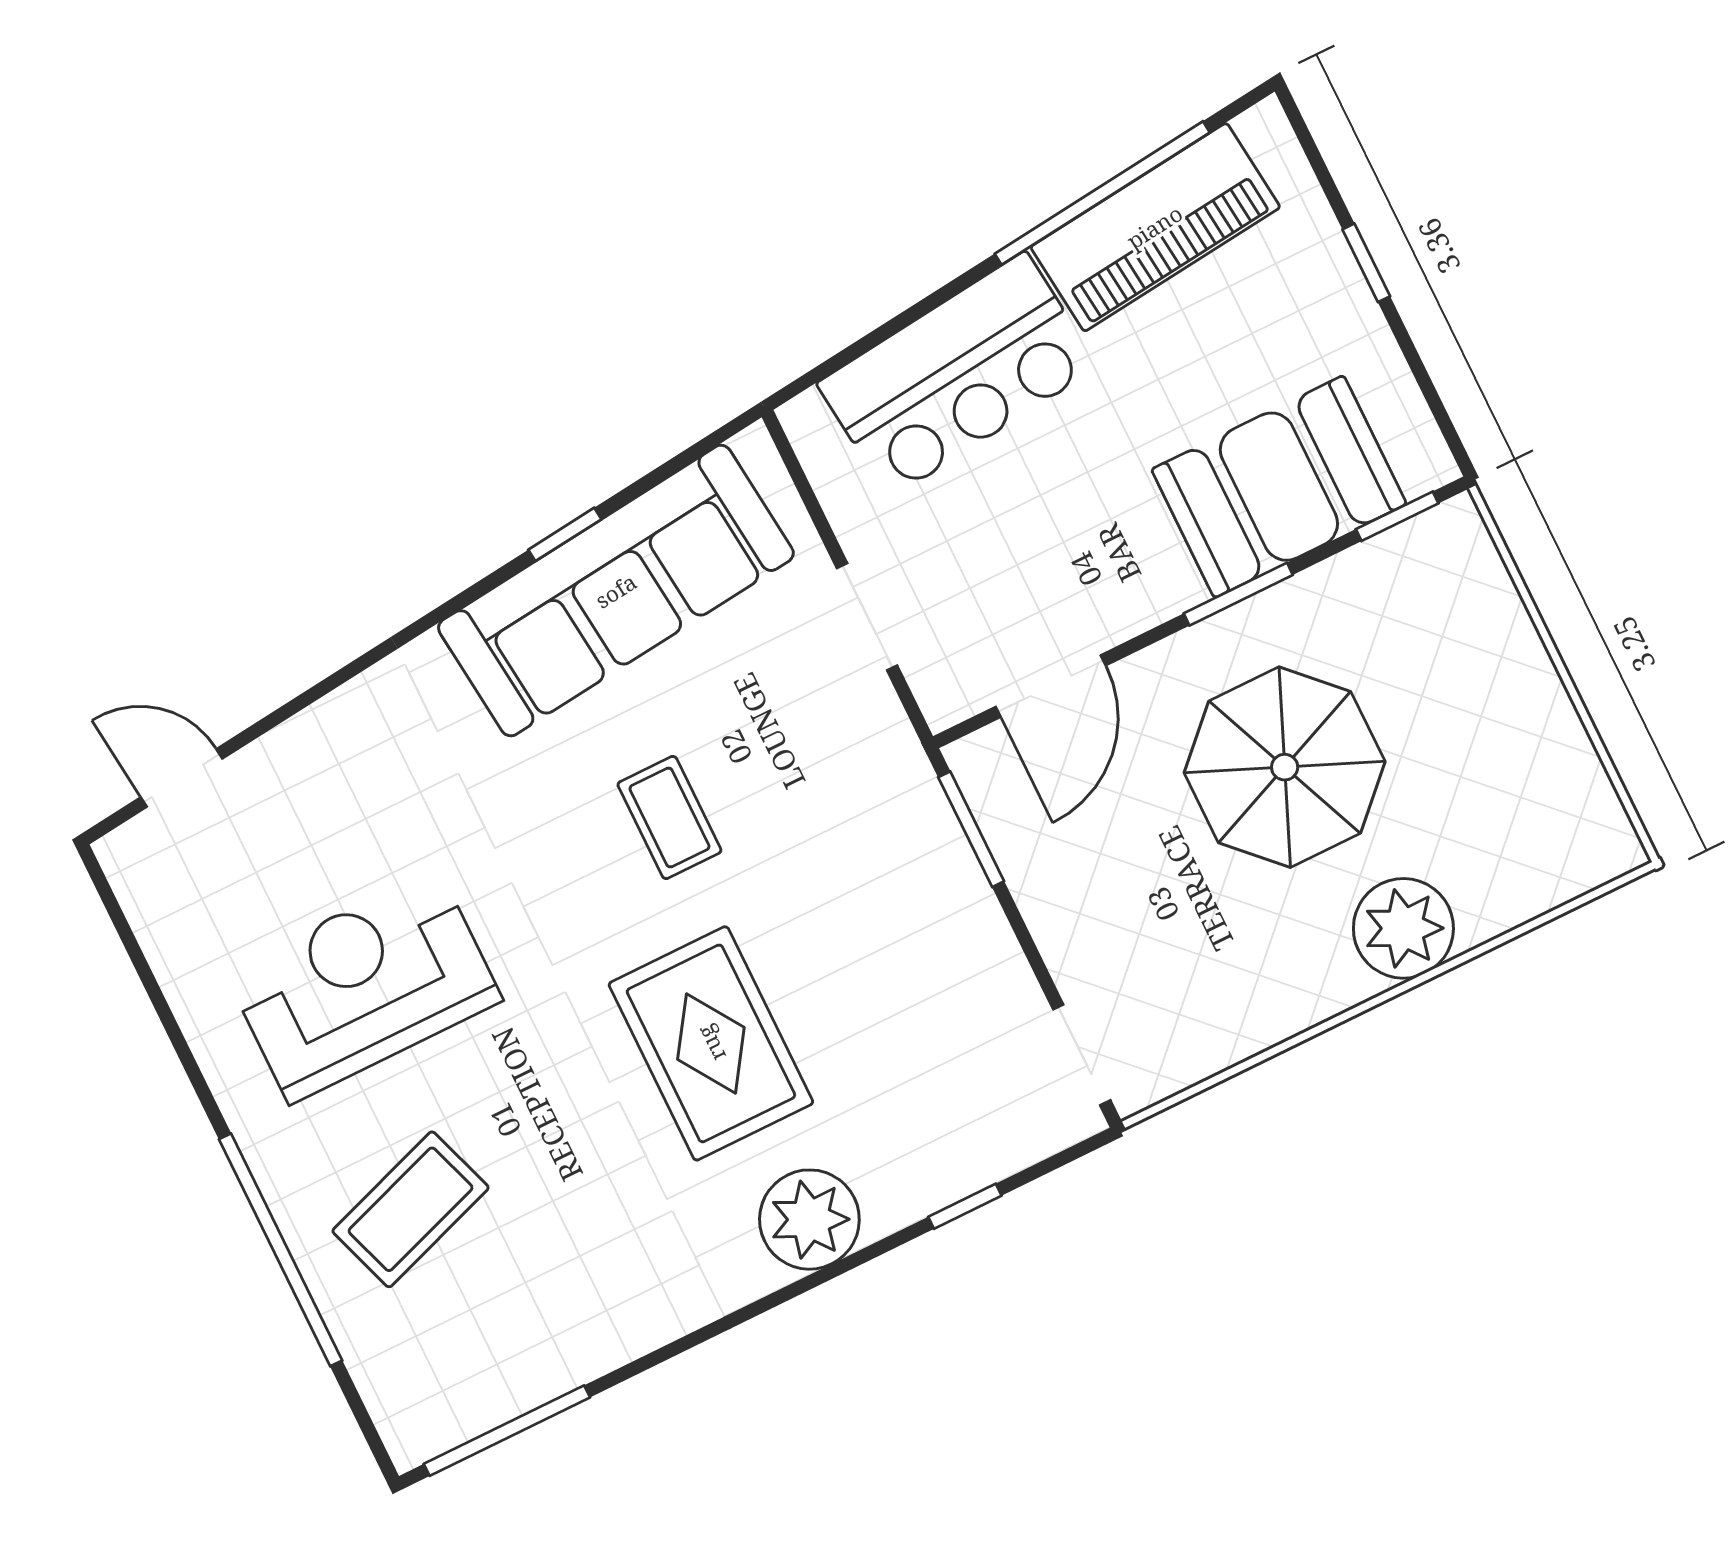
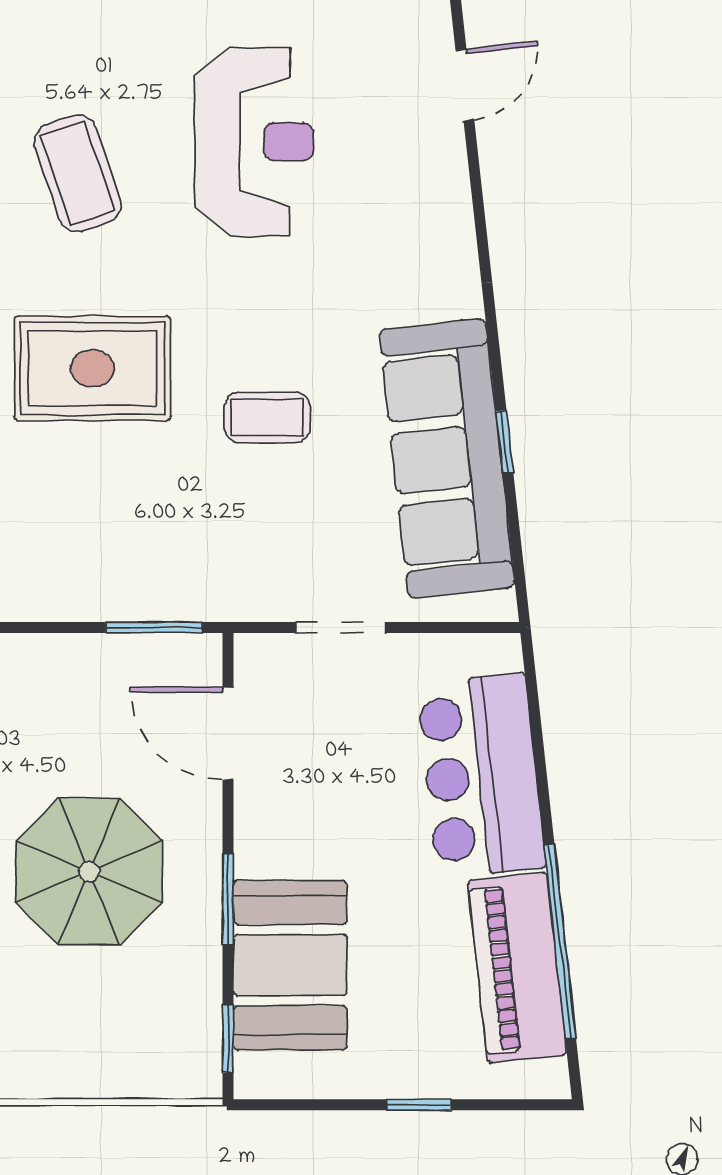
coffee table: (410, 1209) -> (78, 173), moved

